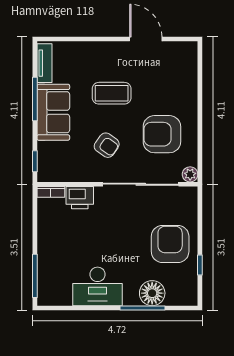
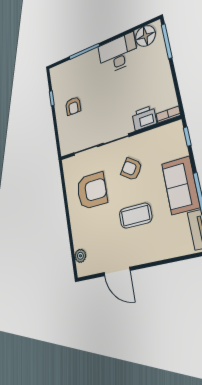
plant: (190, 174) -> (80, 256), moved
armchair: (170, 244) -> (73, 106), width x0.53, depth x0.53
floor lamp: (152, 293) -> (145, 36), moved

